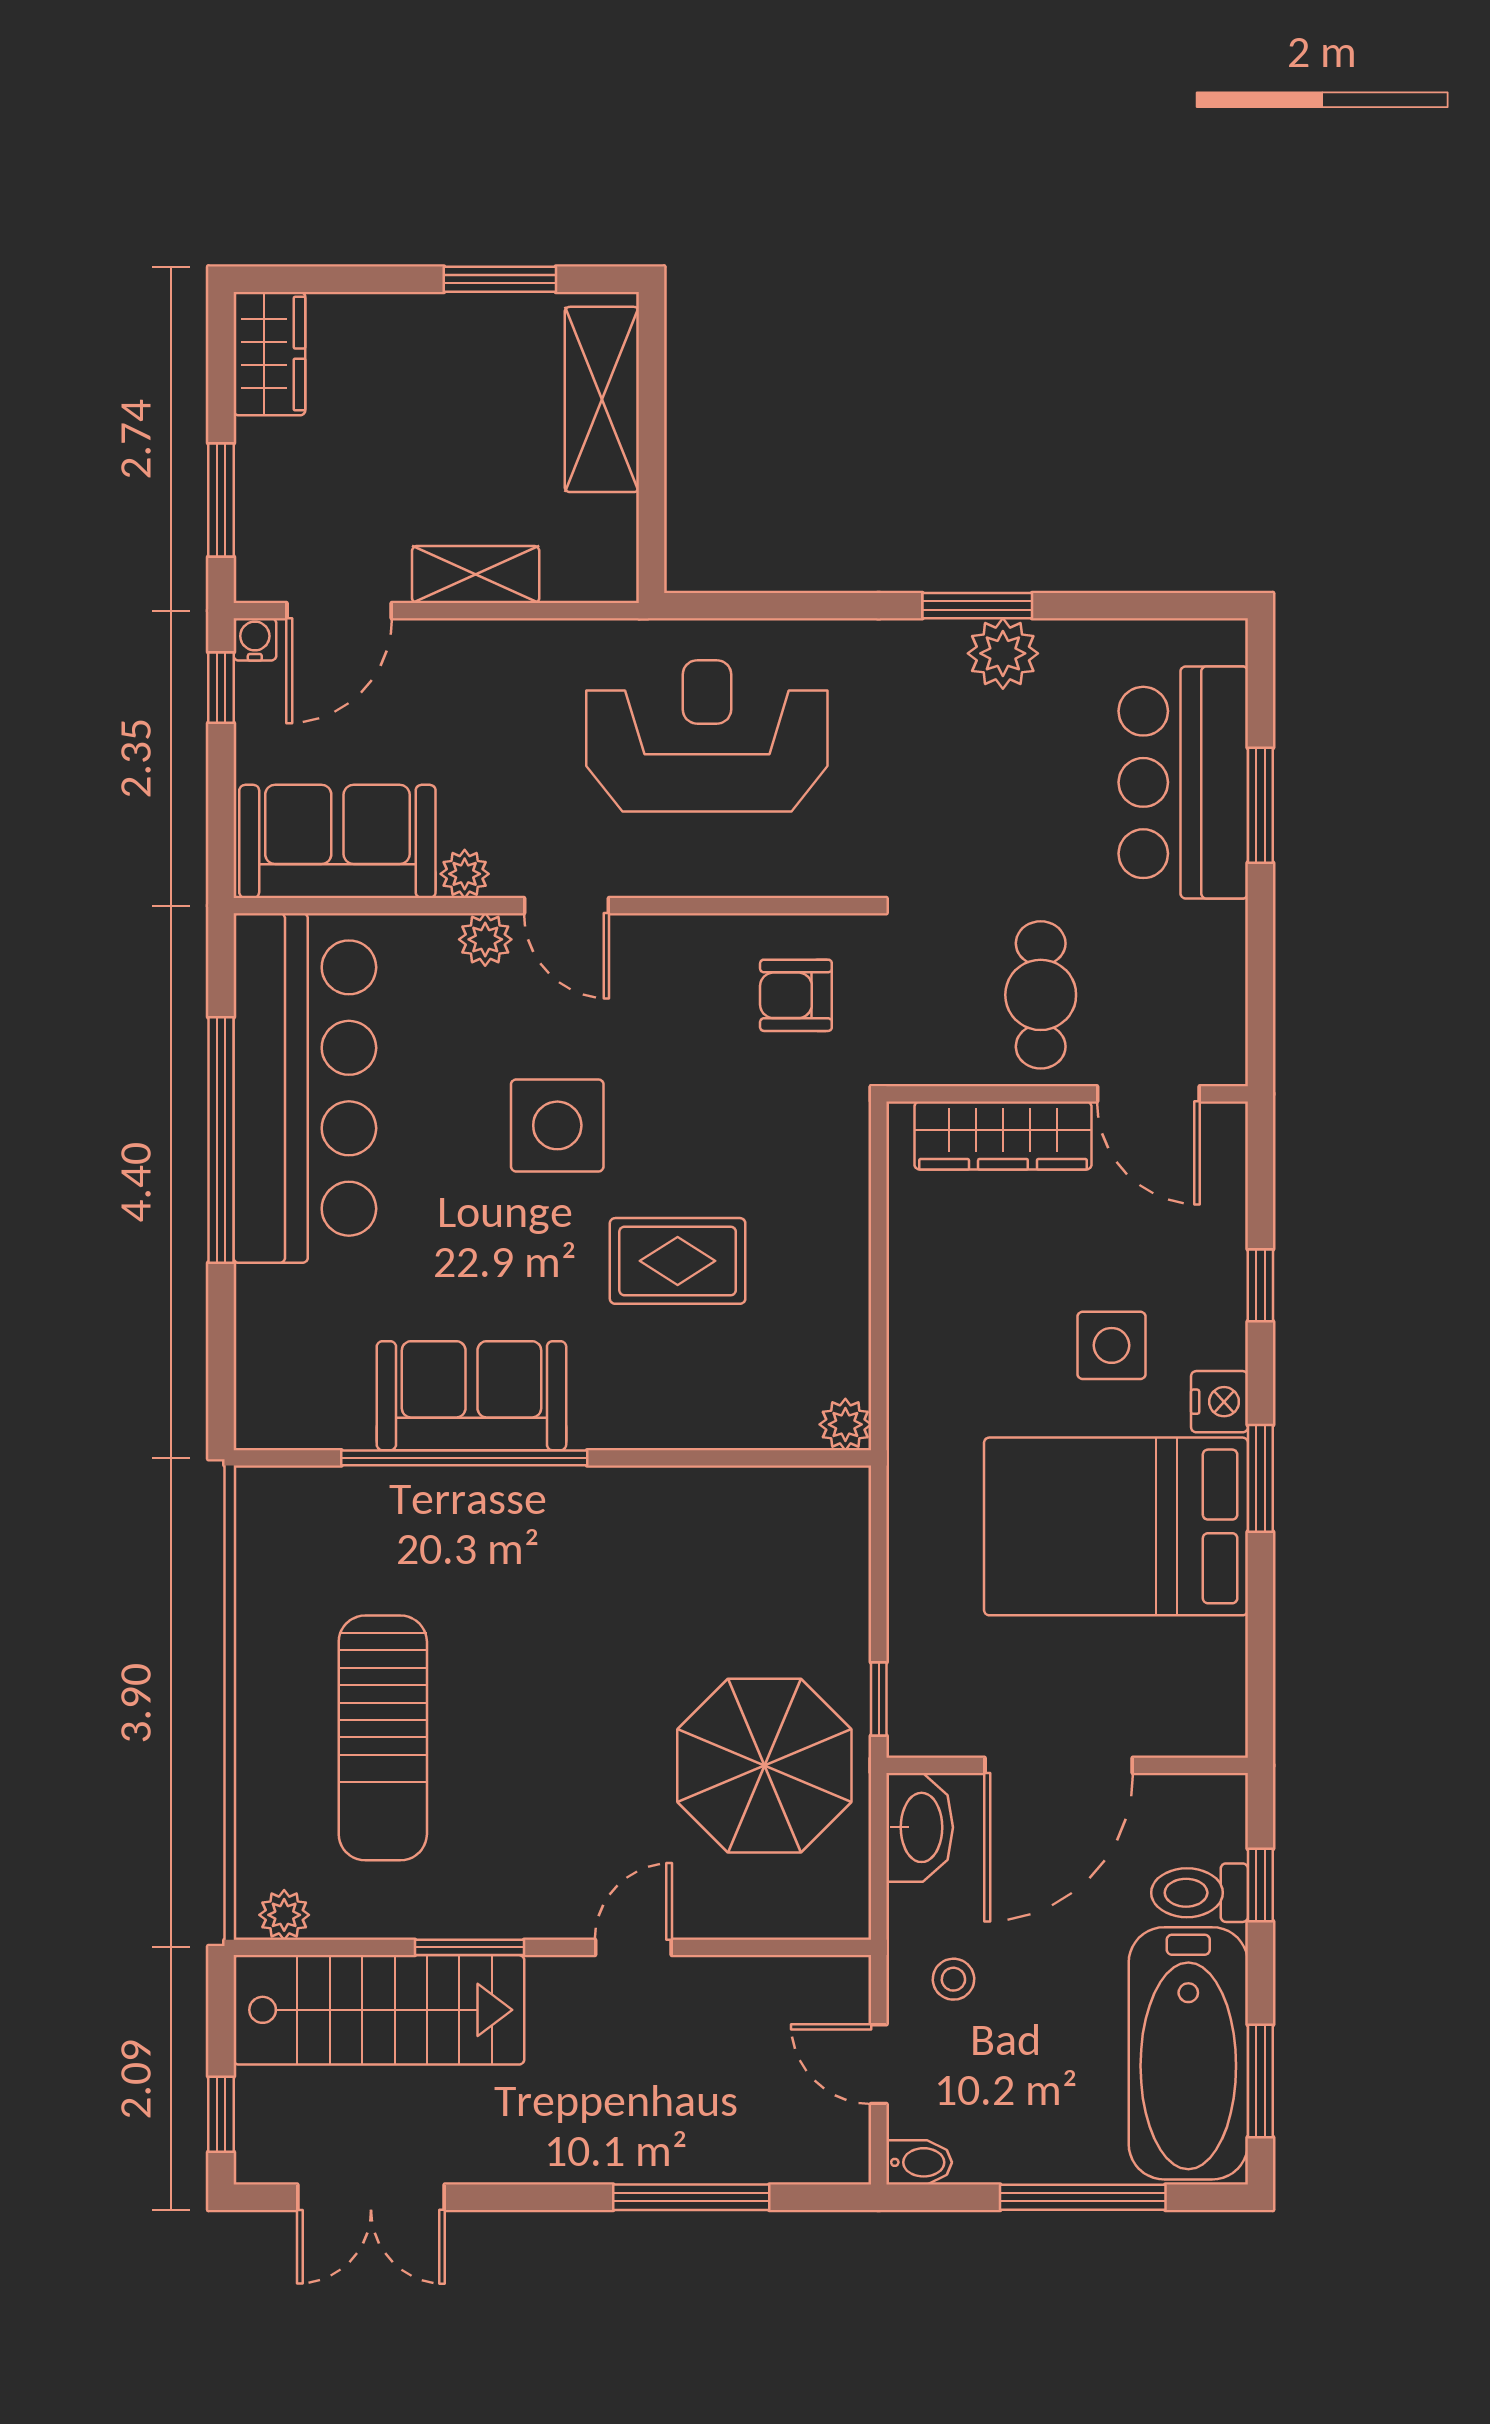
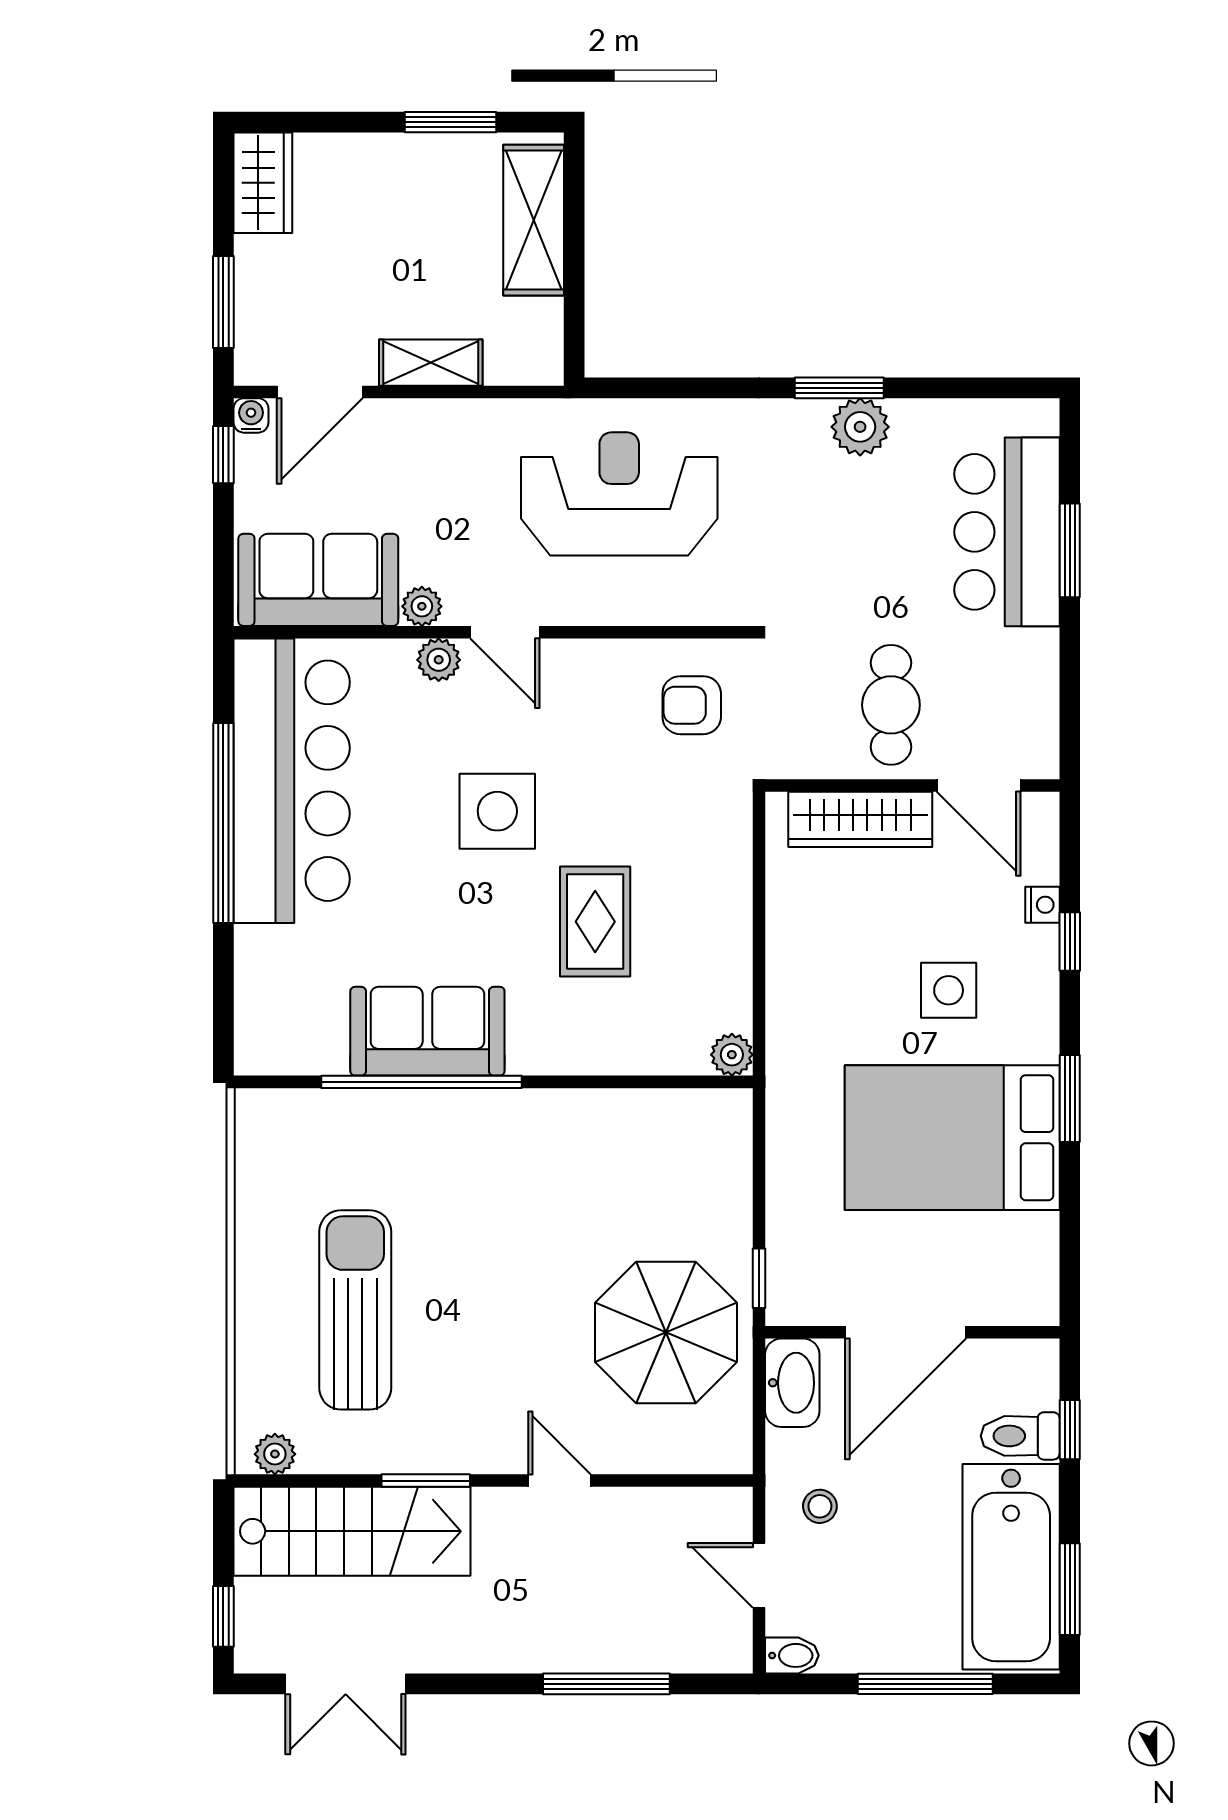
rug: (678, 1261) -> (595, 922), turned 90
nightstand: (1219, 1402) -> (1043, 905), moved, width x0.72, depth x0.74
sun lounger: (383, 1738) -> (355, 1310), turned 180
door: (633, 1947) -> (559, 1481), hinge flipped

